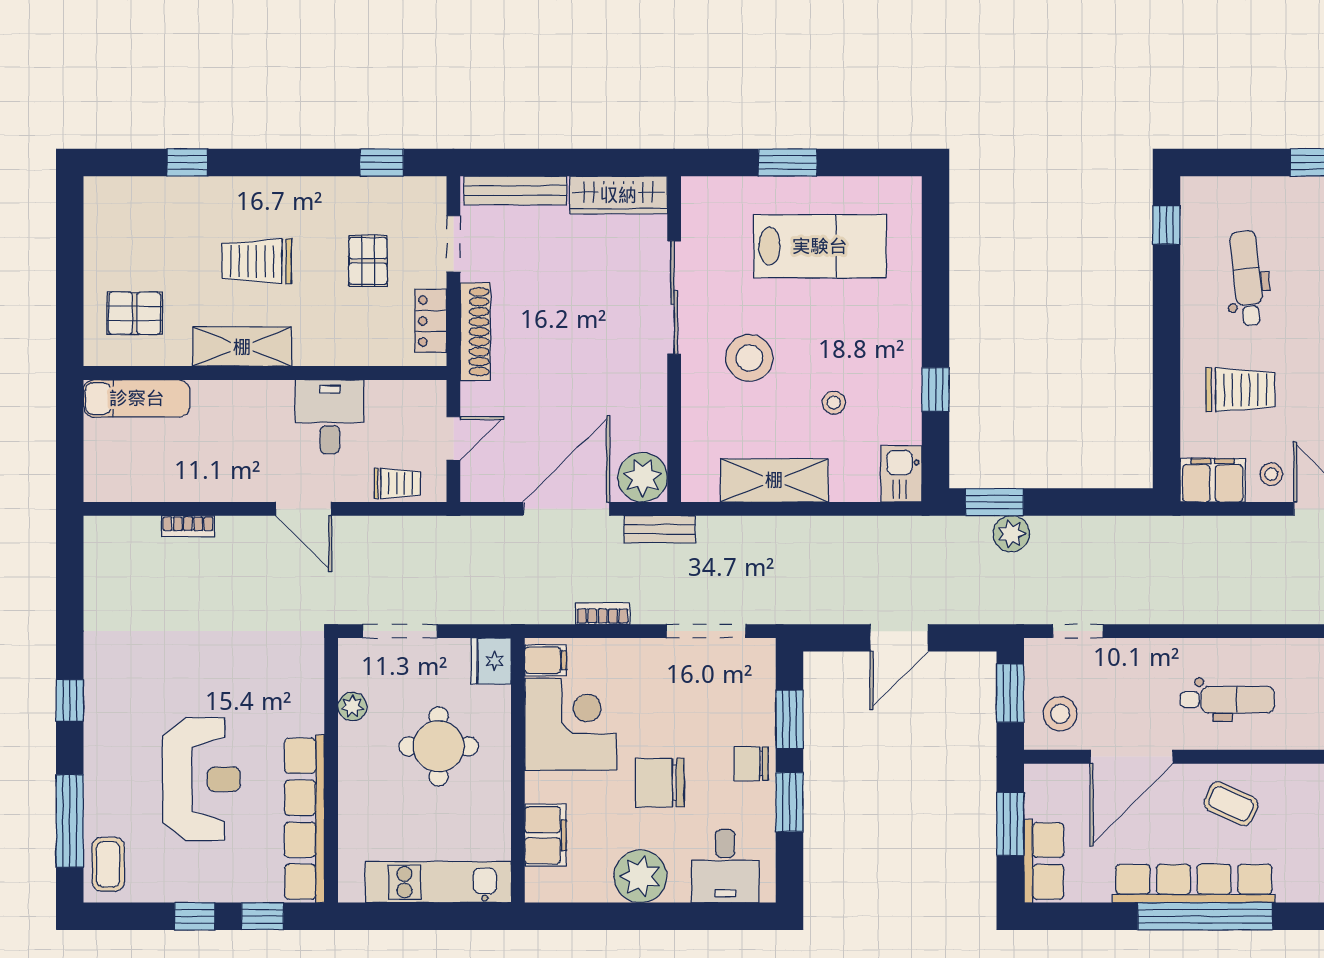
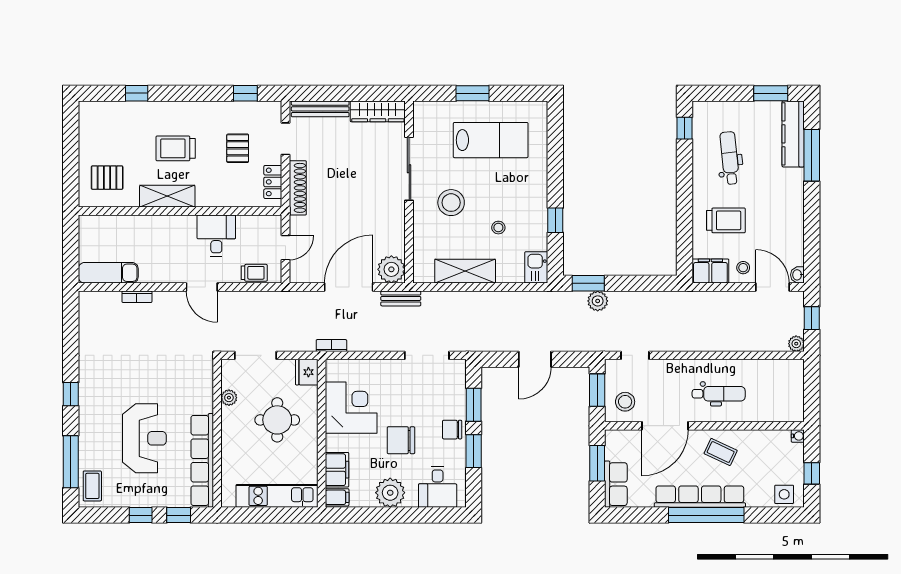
exam couch: (137, 398) -> (108, 273), moved, turned 180
bookcase: (603, 613) -> (331, 346), moved
filing cabinet: (546, 660) -> (337, 497), moved

